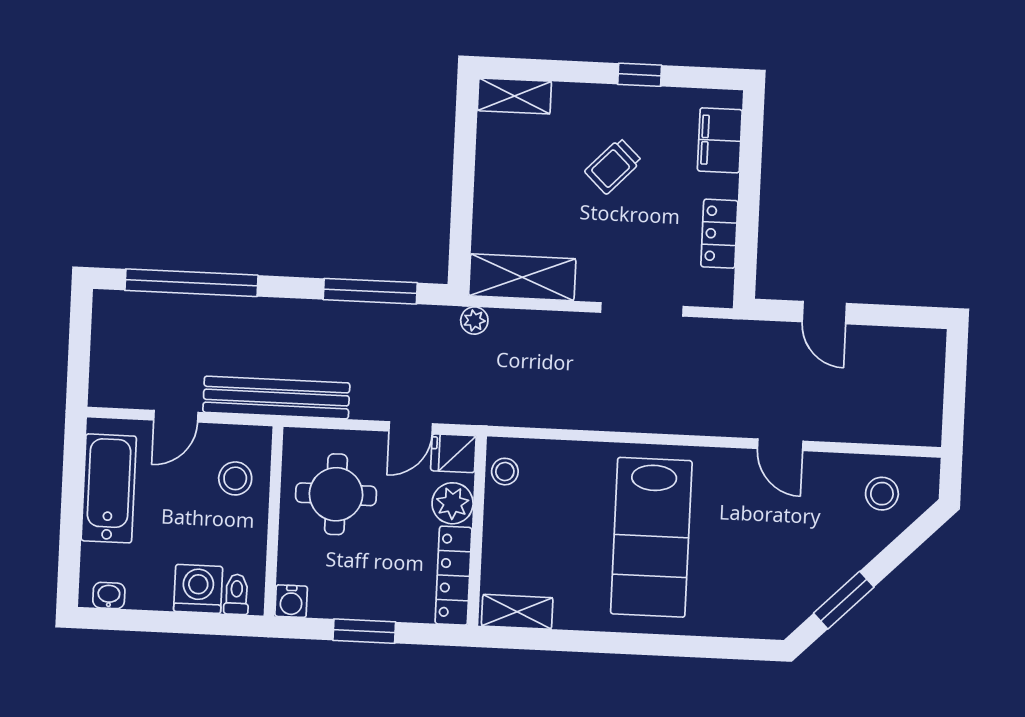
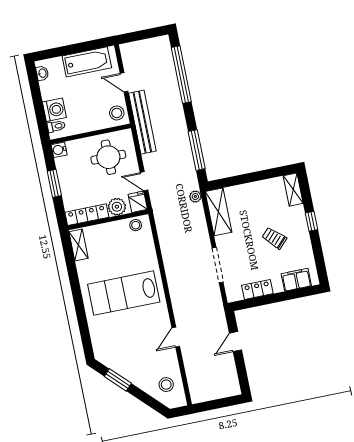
window: (640, 75) -> (311, 221), moved
stool: (235, 478) -> (117, 113), moved

